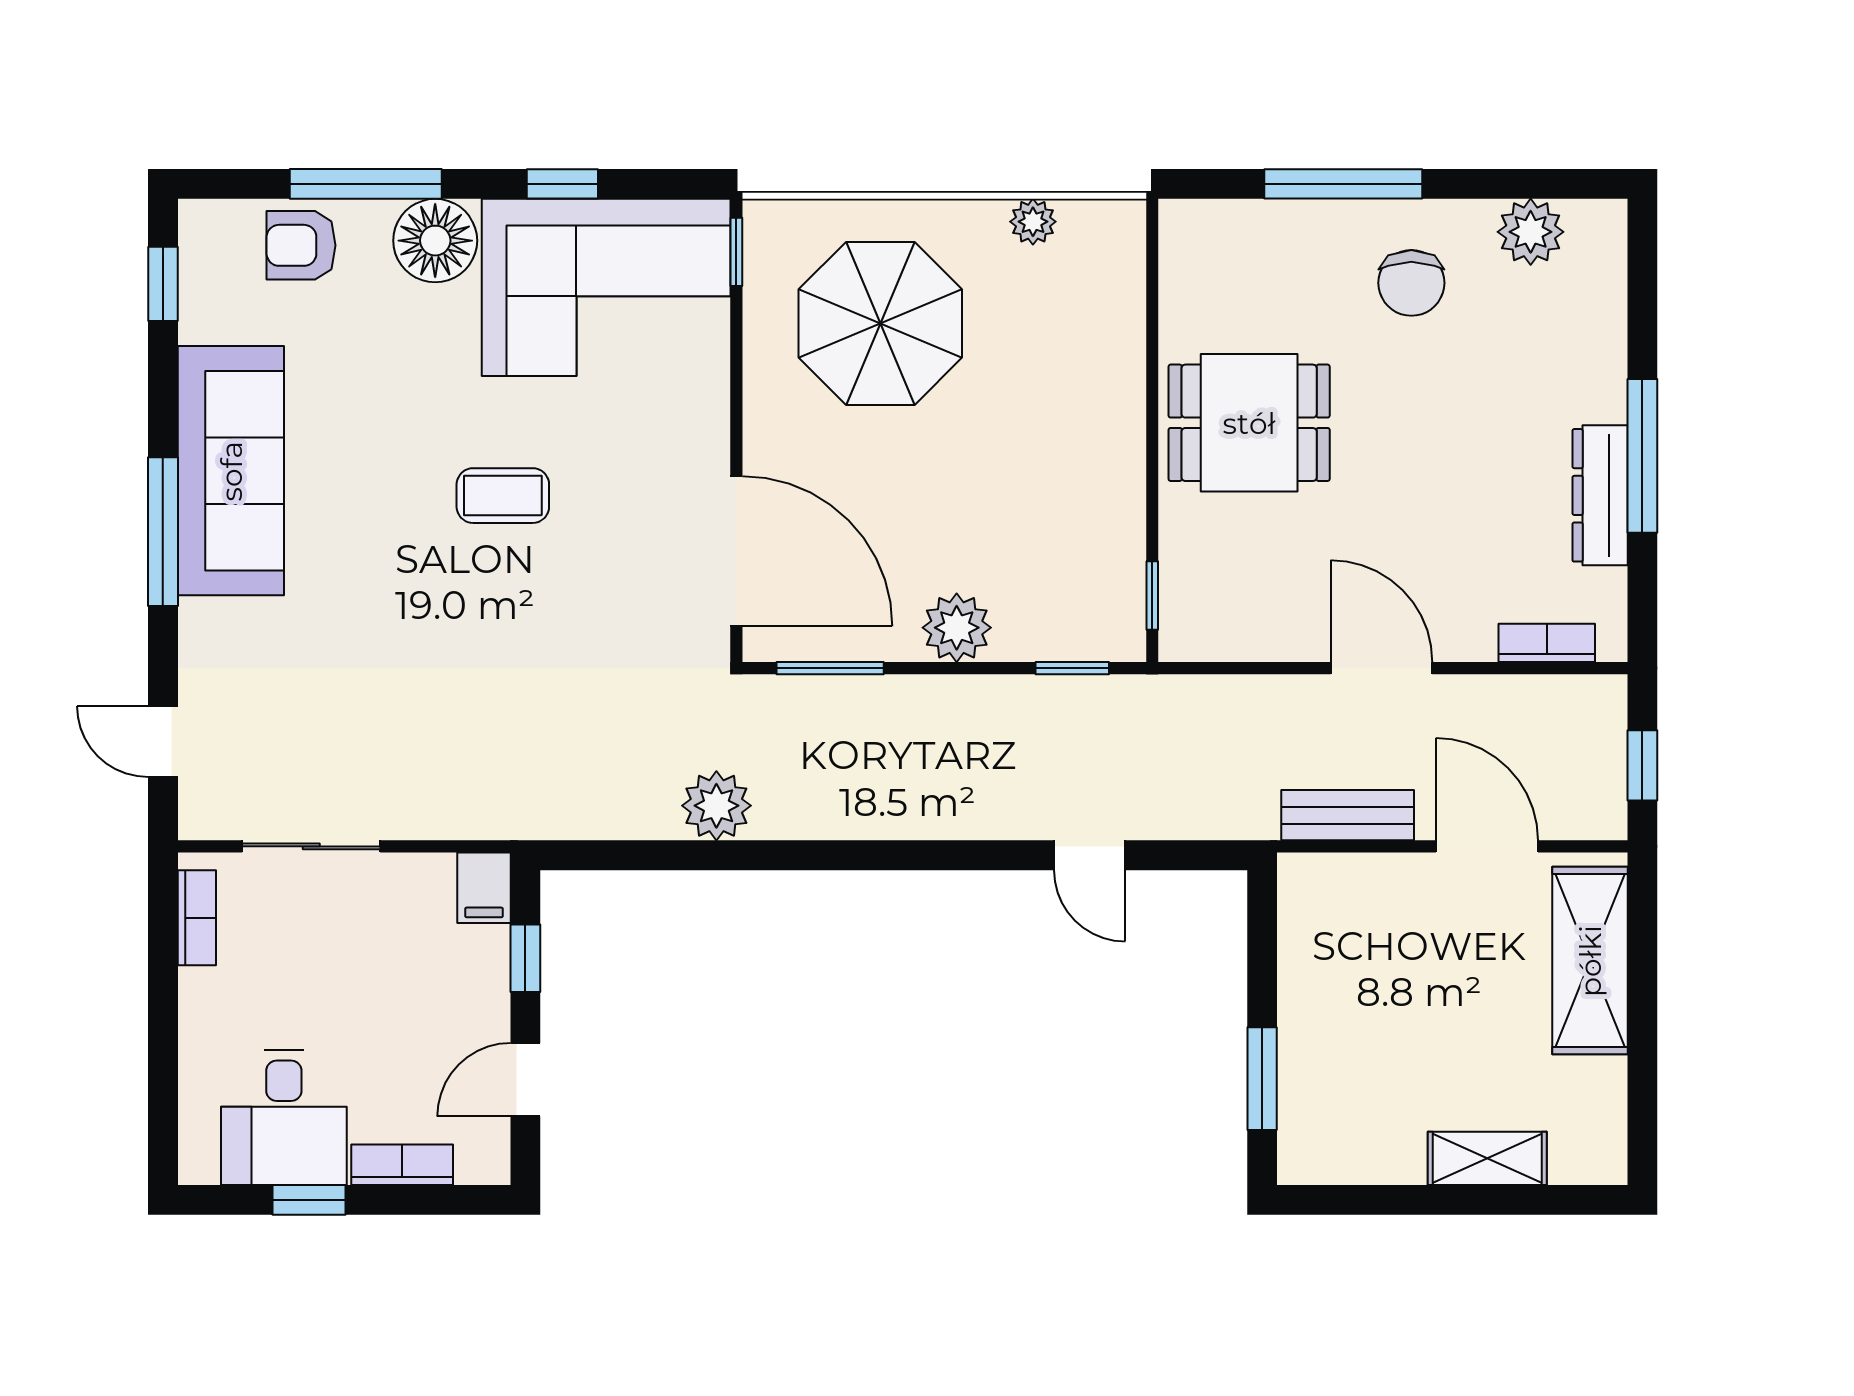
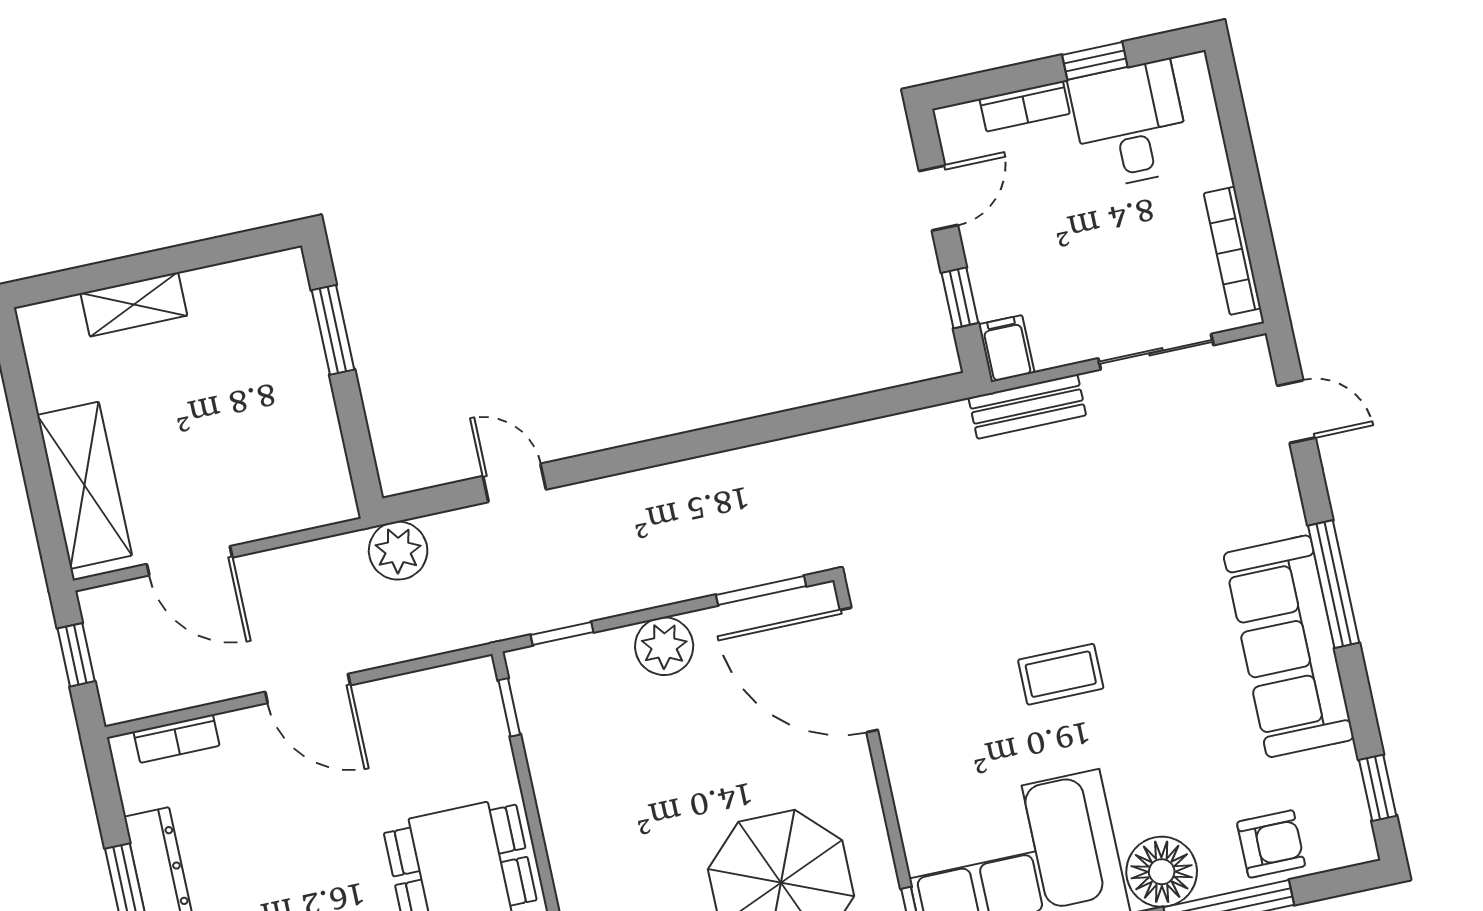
plant: (716, 806) -> (398, 551), moved
bench: (1348, 815) -> (1027, 406), moved
bookcase: (197, 918) -> (1232, 251), width x1.56

